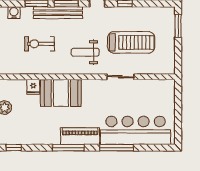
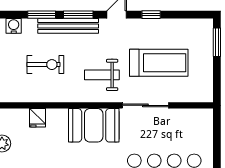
exercise bike: (40, 44) -> (45, 65), turned 180
sliding door: (120, 77) -> (145, 105), width x1.37
booth: (61, 93) -> (94, 125), moved

